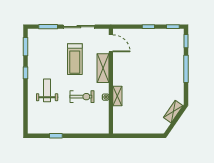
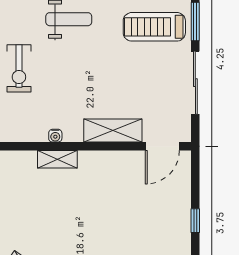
treadmill: (75, 59) -> (154, 27), moved
exercise bike: (82, 97) -> (19, 68), moved

